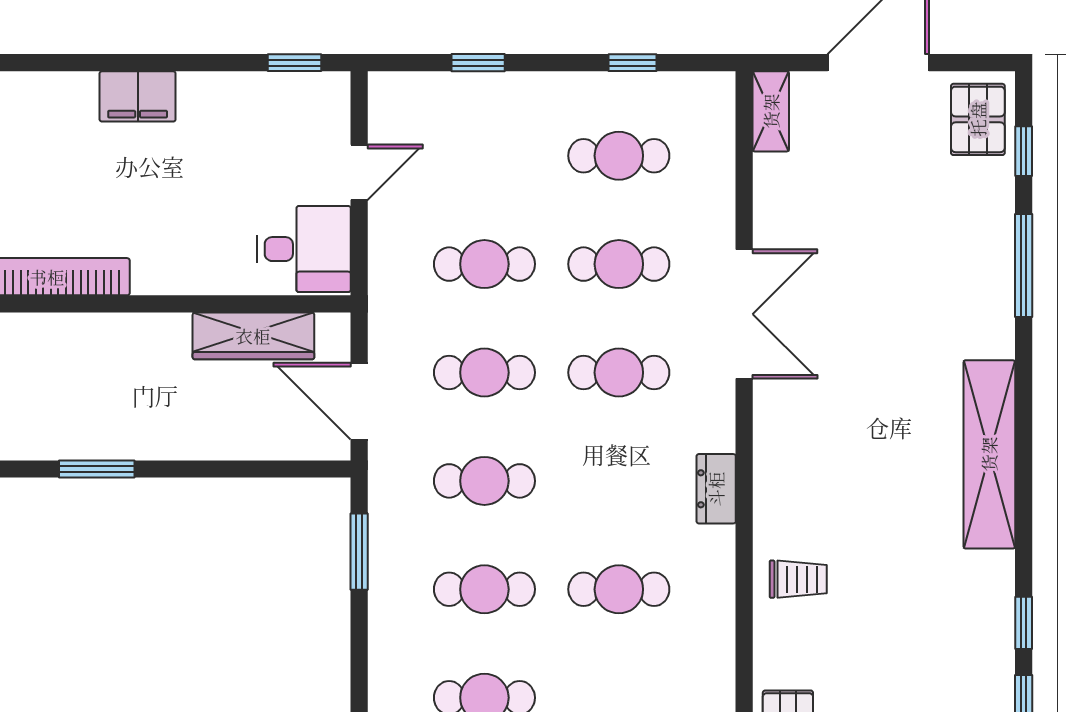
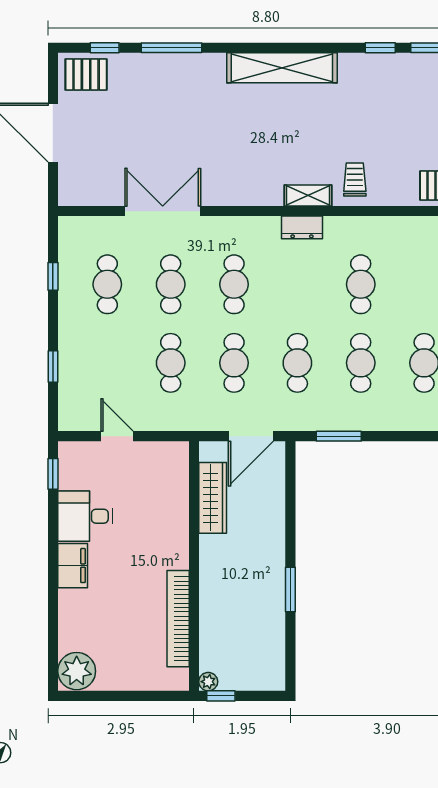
shelving: (771, 111) -> (308, 196), moved
desk: (304, 249) -> (85, 516), moved, turned -90
double door: (744, 314) -> (163, 211), moved

